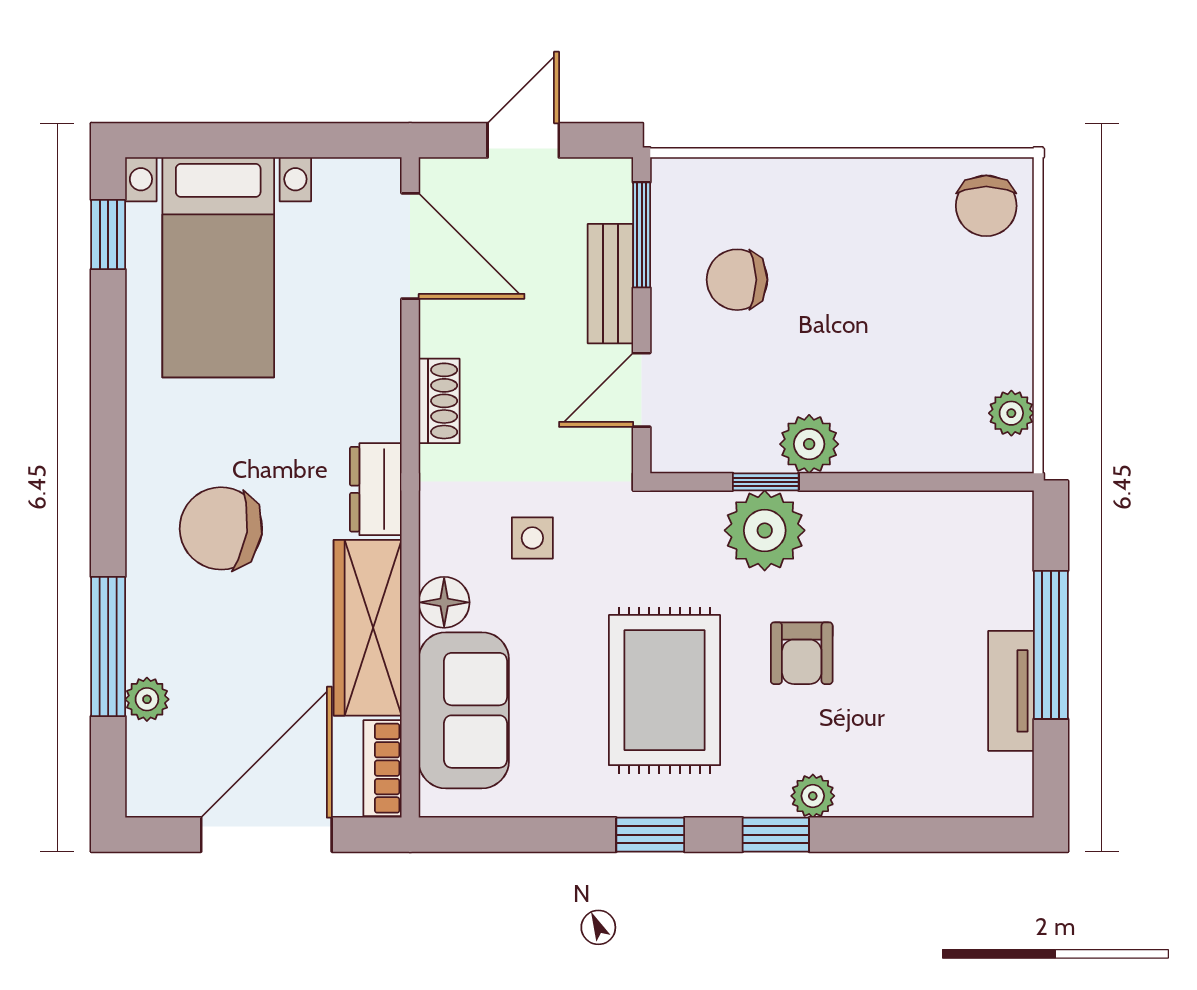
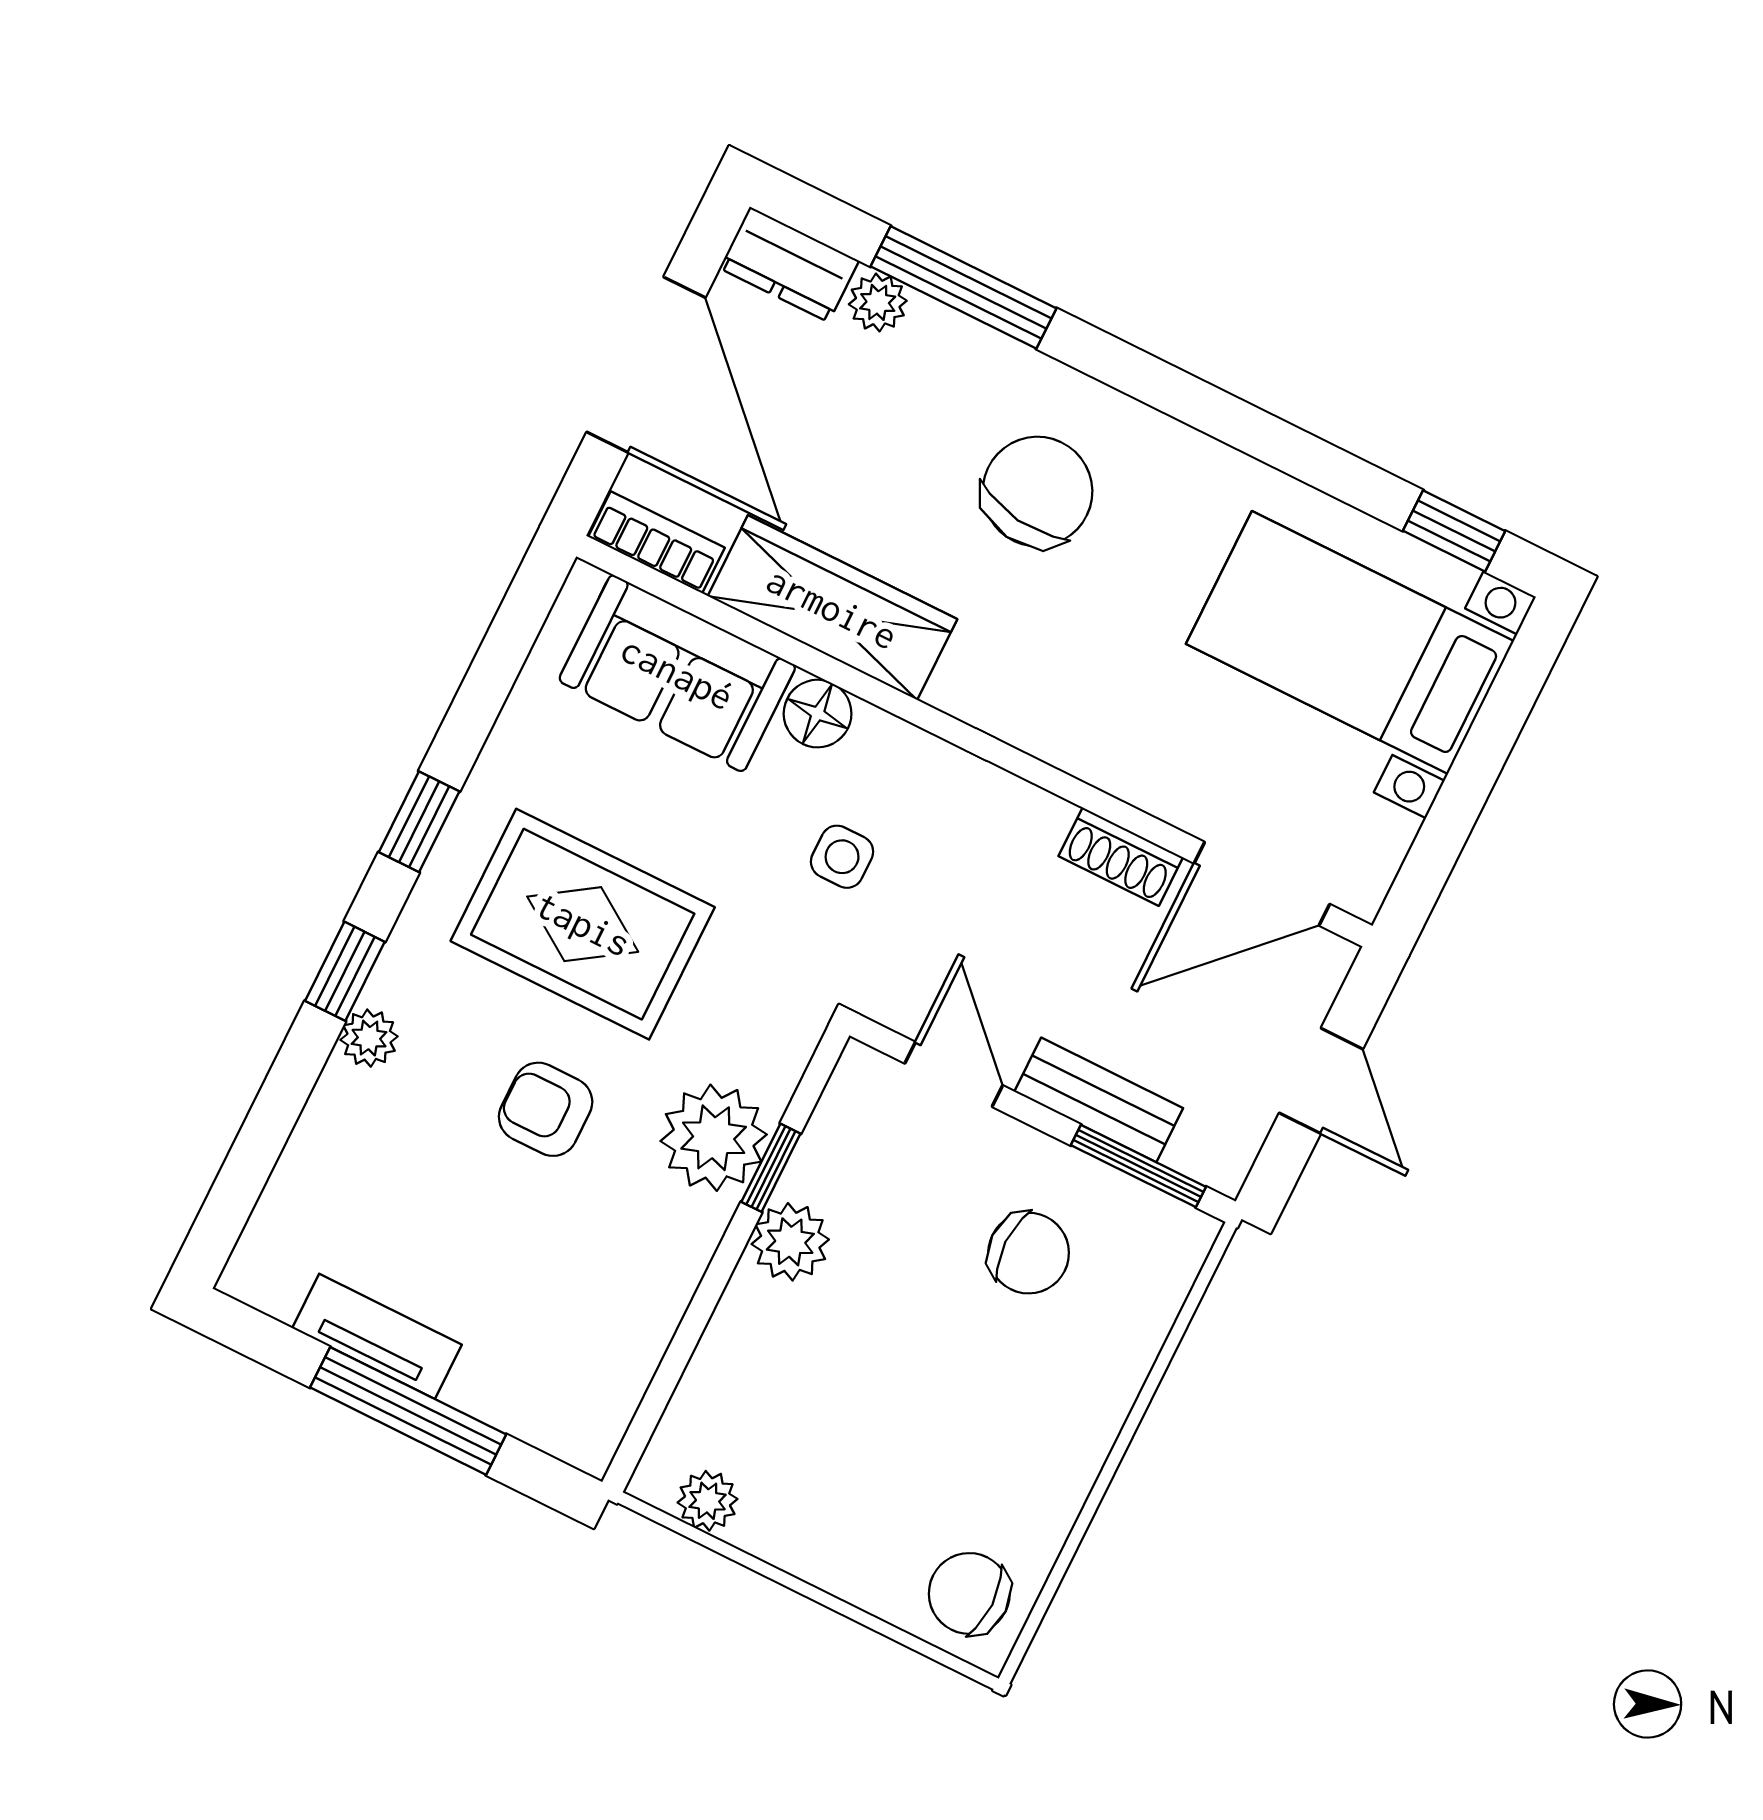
chair: (737, 280) -> (1029, 1253), turned 90
shoe rack: (439, 401) -> (1121, 857), moved
dresser: (376, 489) -> (789, 264), moved, turned 180

